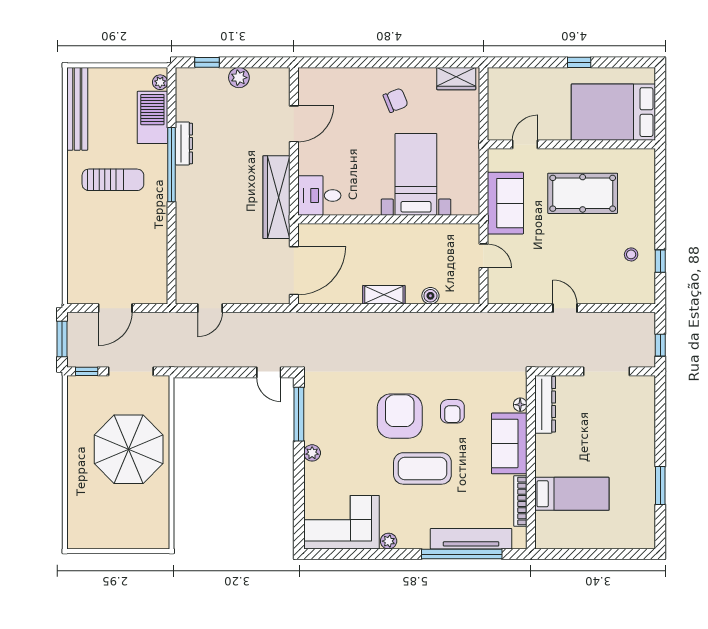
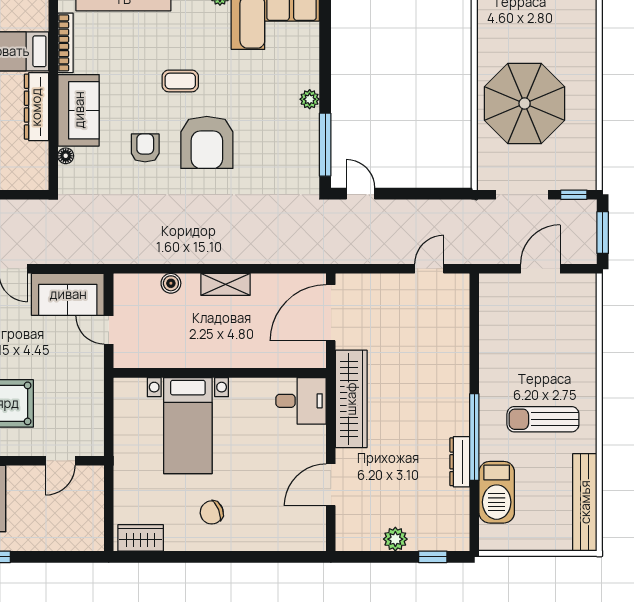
plant: (160, 82) -> (488, 534), removed
sofa: (505, 203) -> (68, 294), moved, turned -90
dresser: (545, 404) -> (36, 107), moved
coffee table: (422, 468) -> (180, 81), width x0.54, depth x0.58

